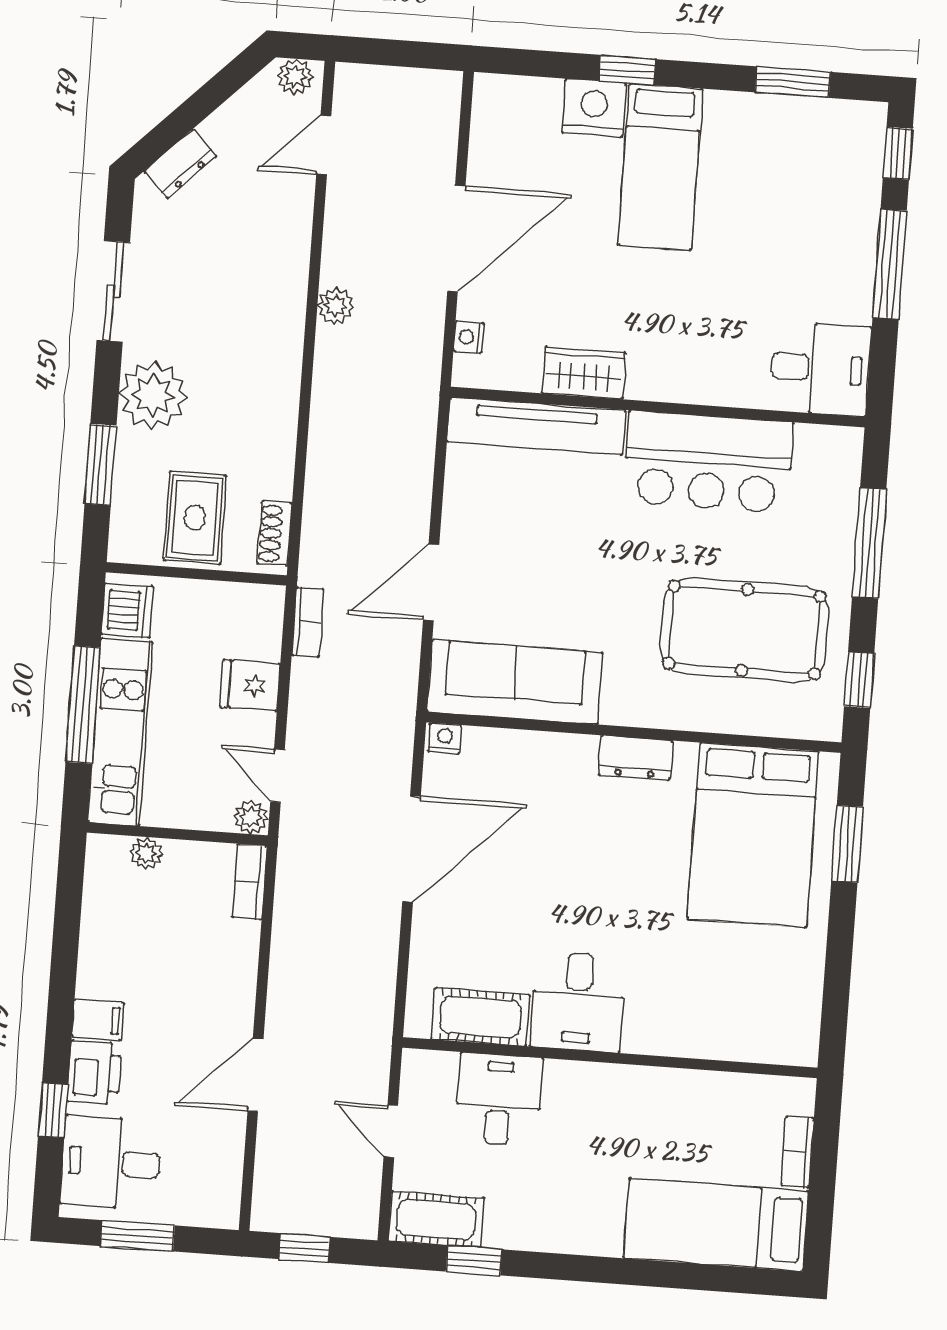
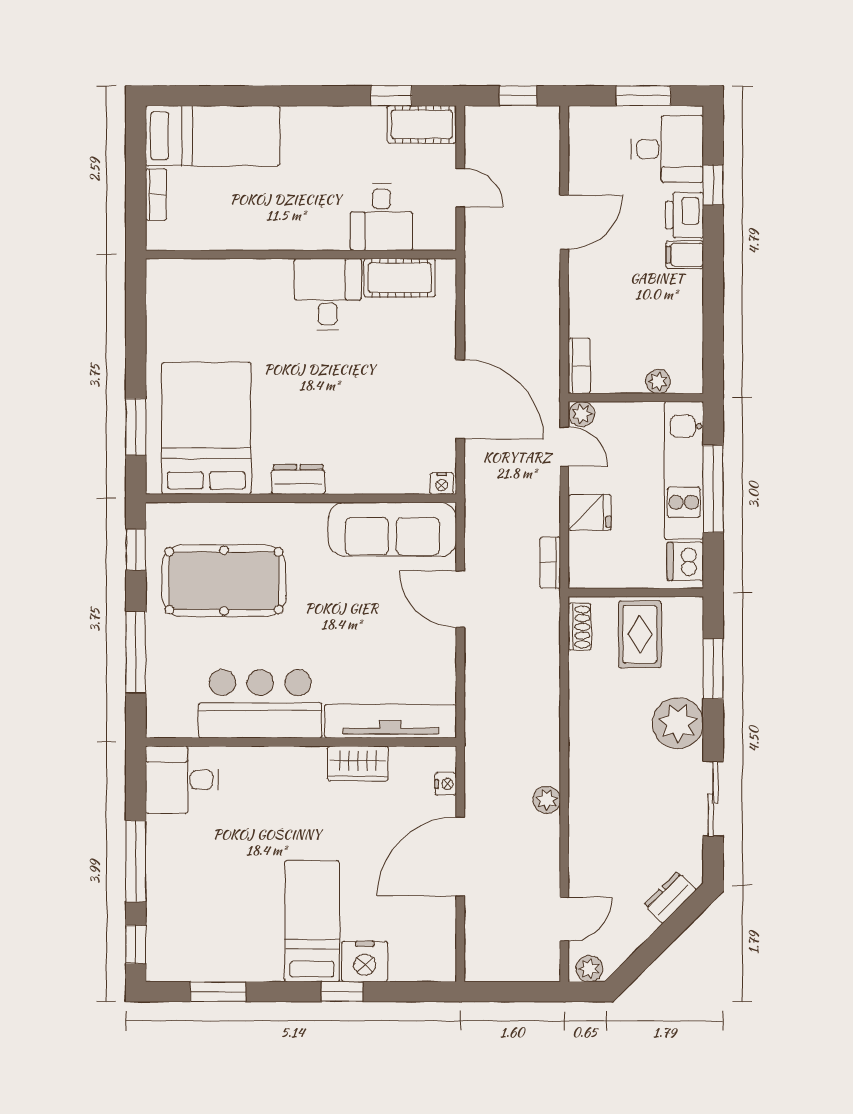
door: (431, 582) -> (460, 599), swing flipped
door: (412, 849) -> (460, 399), swing flipped

